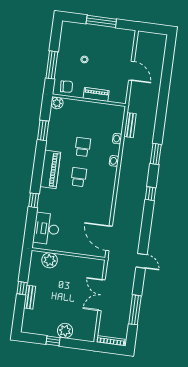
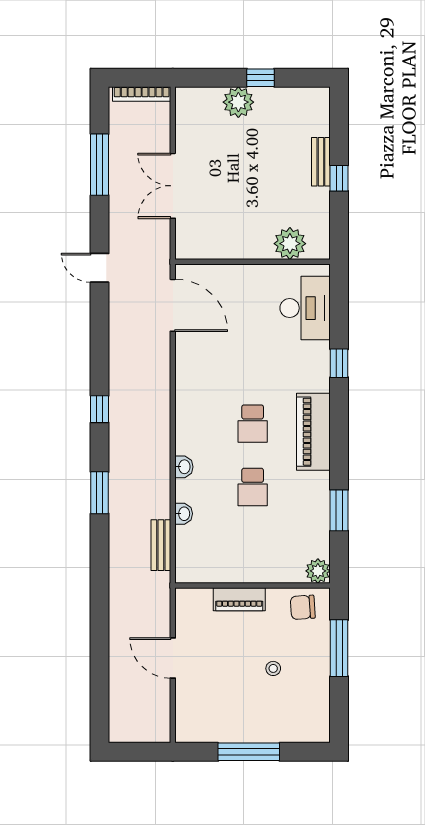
double door: (102, 295) -> (173, 186), swing flipped

